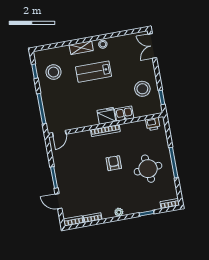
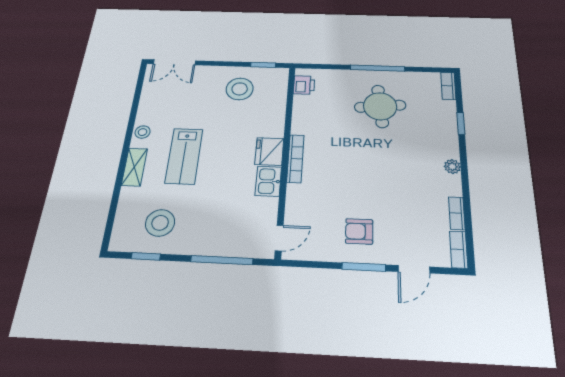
kitchen sink: (124, 114) -> (268, 181), moved
door: (59, 133) -> (279, 238), hinge flipped
armchair: (114, 163) -> (359, 231), moved

